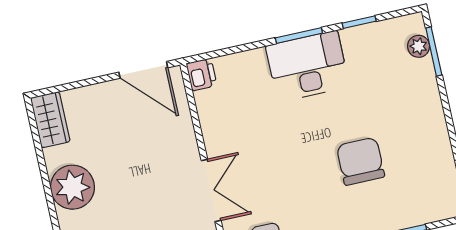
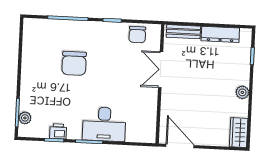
desk: (307, 66) -> (104, 124), moved
printer: (202, 74) -> (58, 131), moved, turned 90
plant: (72, 187) -> (242, 92), width x0.53, depth x0.53

